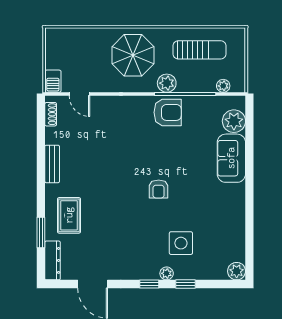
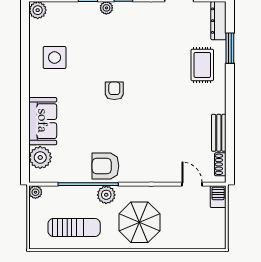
sun lounger: (199, 50) -> (74, 228), turned 180
plant: (223, 86) -> (35, 192), moved
bench: (52, 164) -> (219, 133), moved
side table: (181, 243) -> (55, 58), moved

